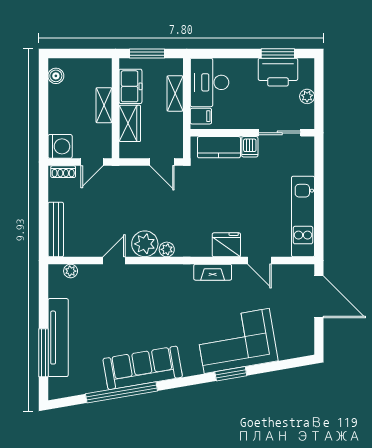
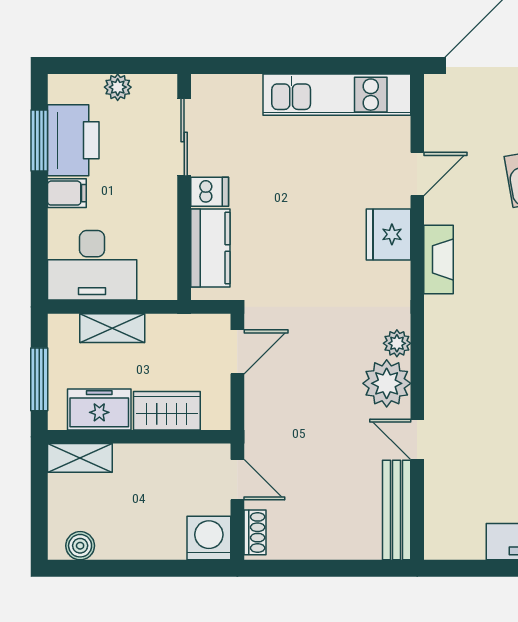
shelving: (104, 105) -> (80, 458), moved
filing cabinet: (201, 116) -> (67, 193), moved, turned 90
bench: (56, 230) -> (397, 510), moved, turned 90
plant: (71, 271) -> (436, 519), removed

